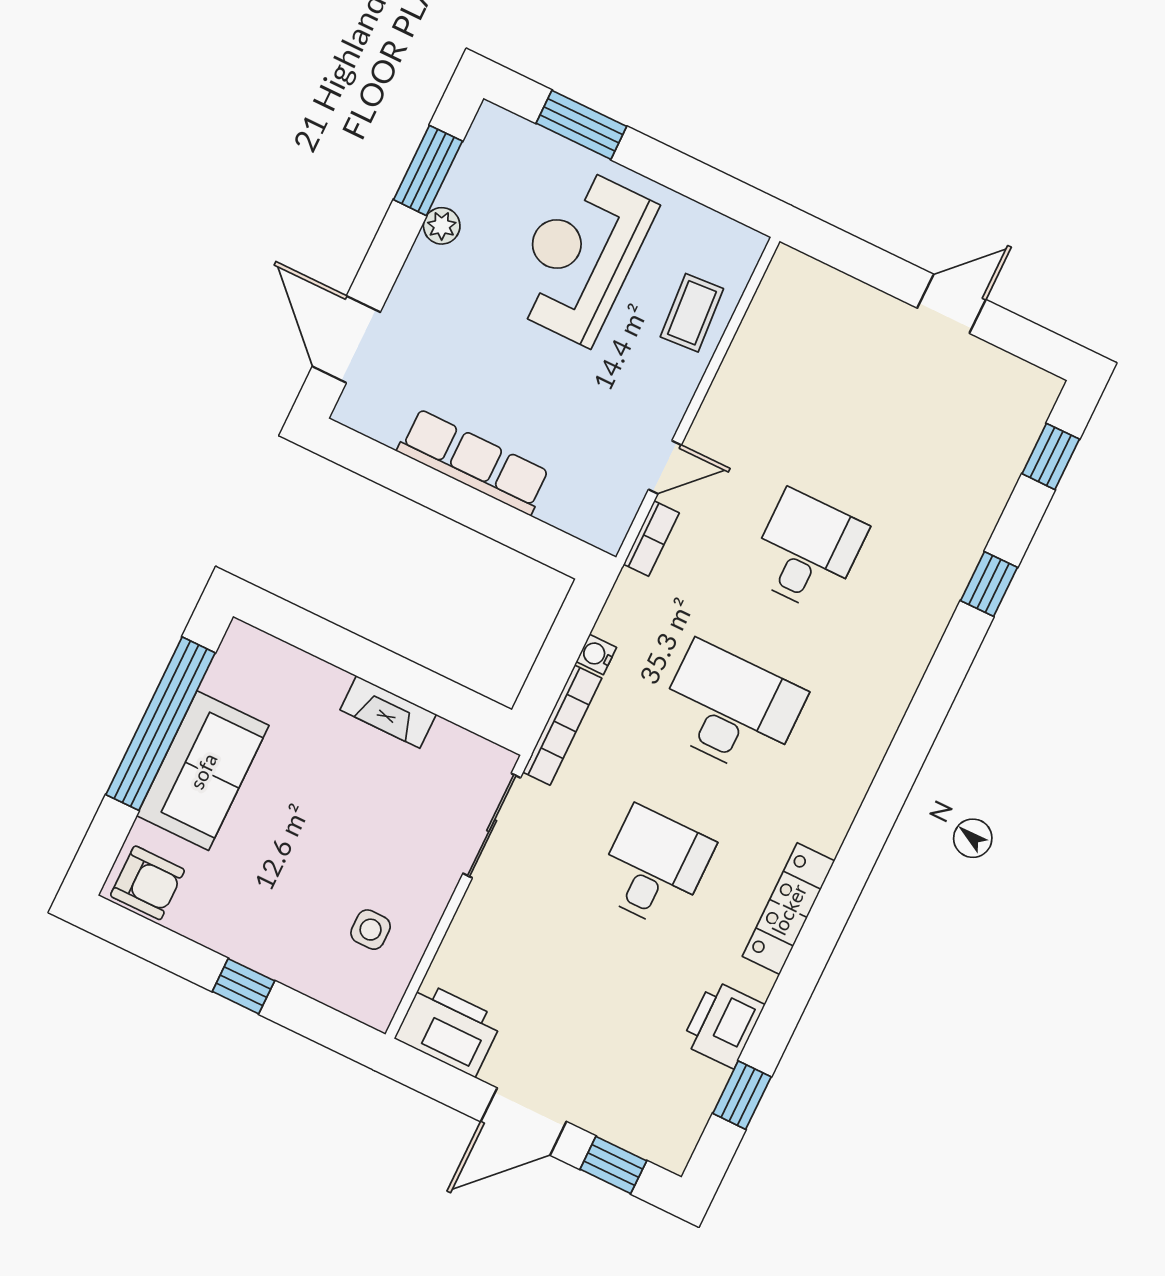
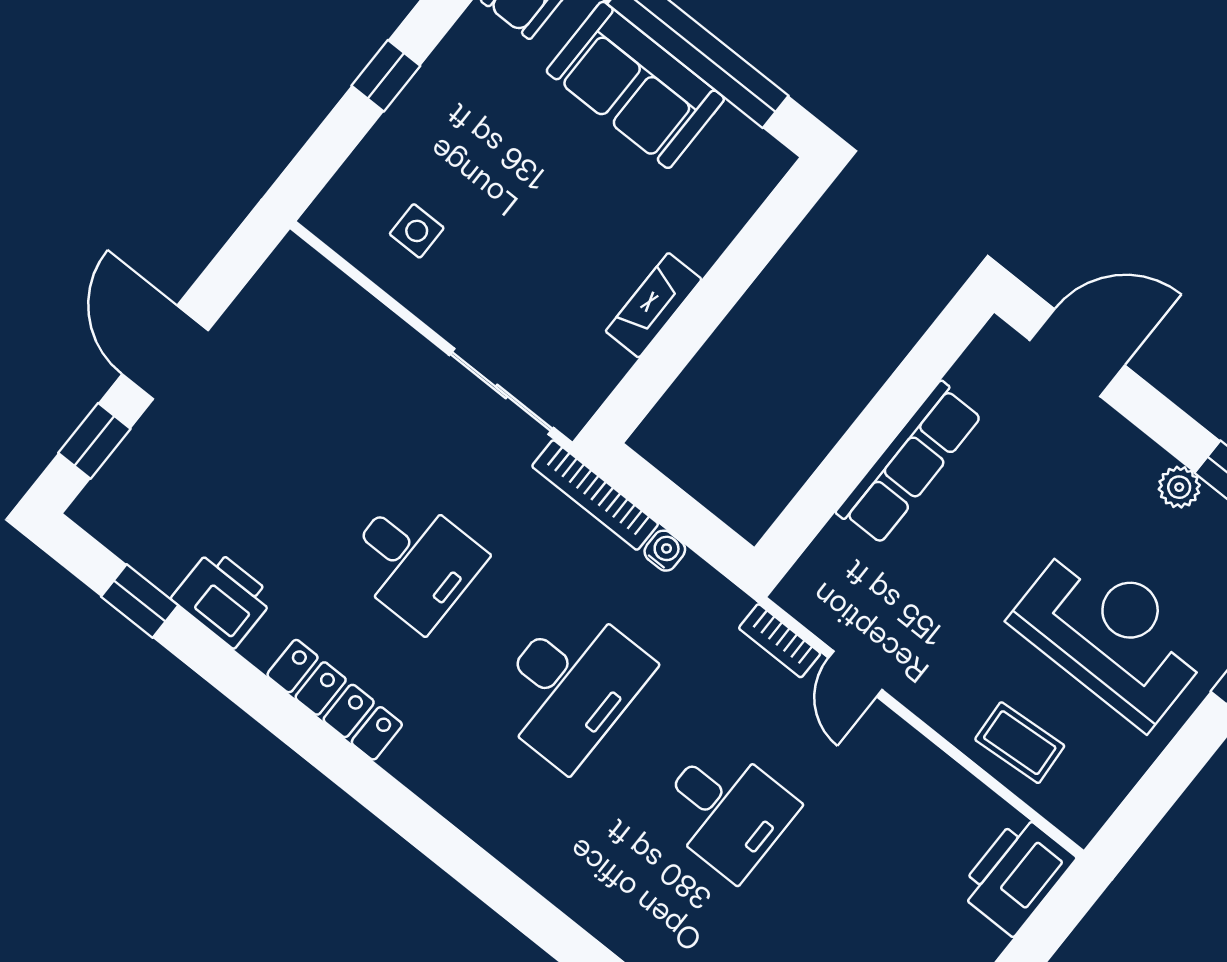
printer: (449, 1029) -> (1017, 875), moved, turned 180

